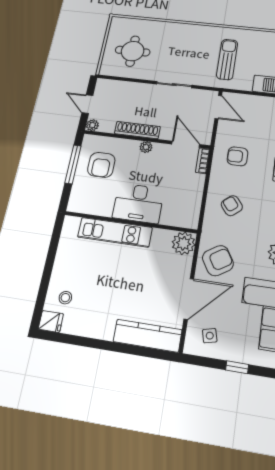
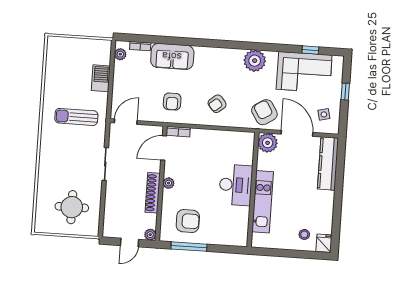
desk: (138, 203) -> (236, 185), moved
wall: (130, 222) -> (253, 190), moved
kitchen unit: (115, 232) -> (262, 202), moved
plant: (184, 243) -> (268, 143), moved

